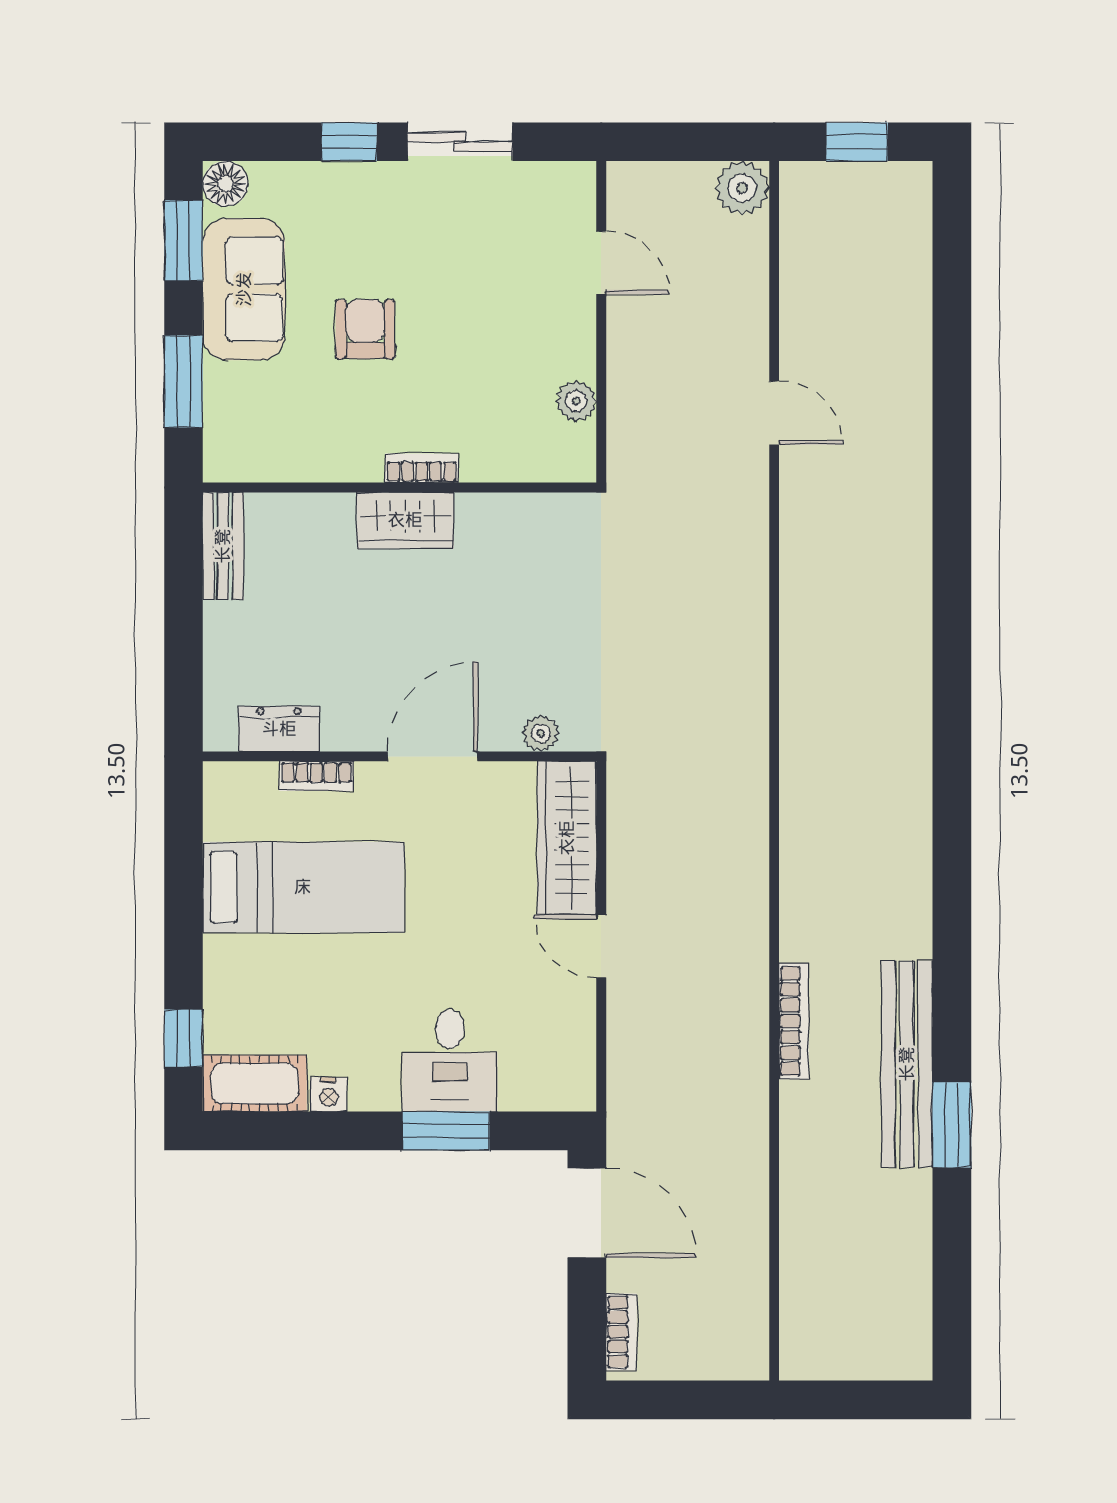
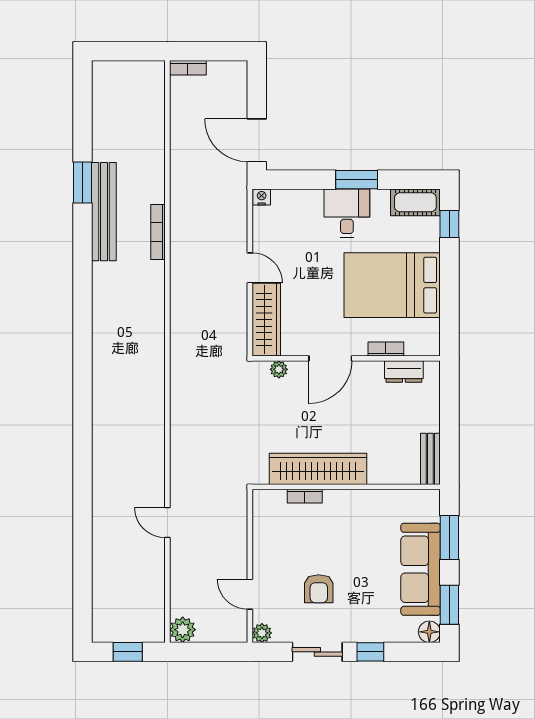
sofa: (244, 289) -> (421, 569), width x1.36
armchair: (365, 329) -> (319, 589), moved
plant: (576, 401) -> (262, 633), moved
bookcase: (422, 468) -> (305, 496), moved
wardrobe: (405, 520) -> (318, 469), width x2.10, depth x1.17
bed: (303, 887) -> (392, 285), width x1.50
desk: (450, 1061) -> (347, 213), moved
nightstand: (329, 1095) -> (262, 197), moved
window: (446, 1131) -> (357, 180), moved
bookcase: (621, 1332) -> (188, 68), moved, turned -90

